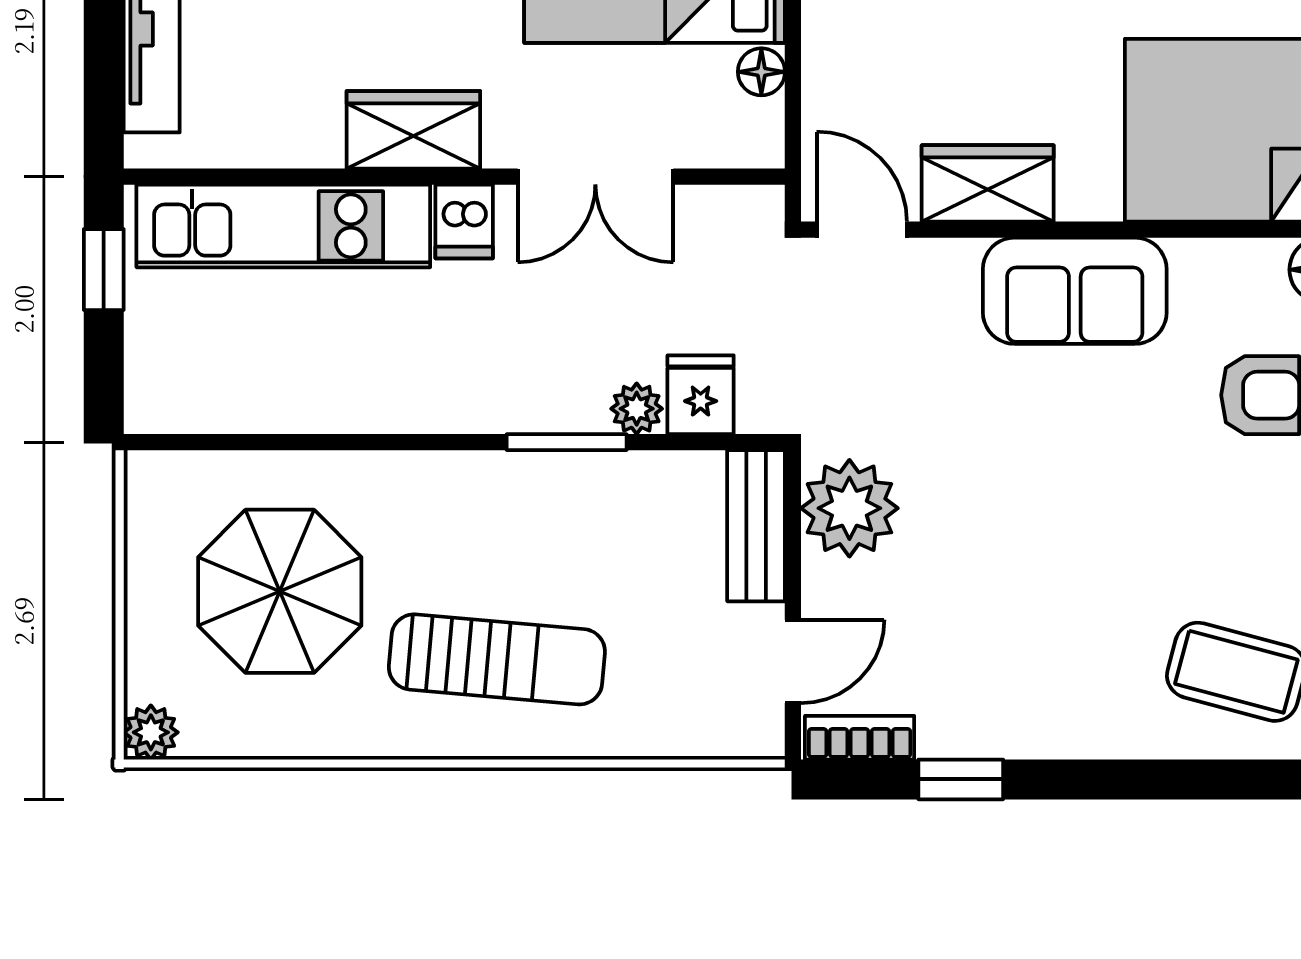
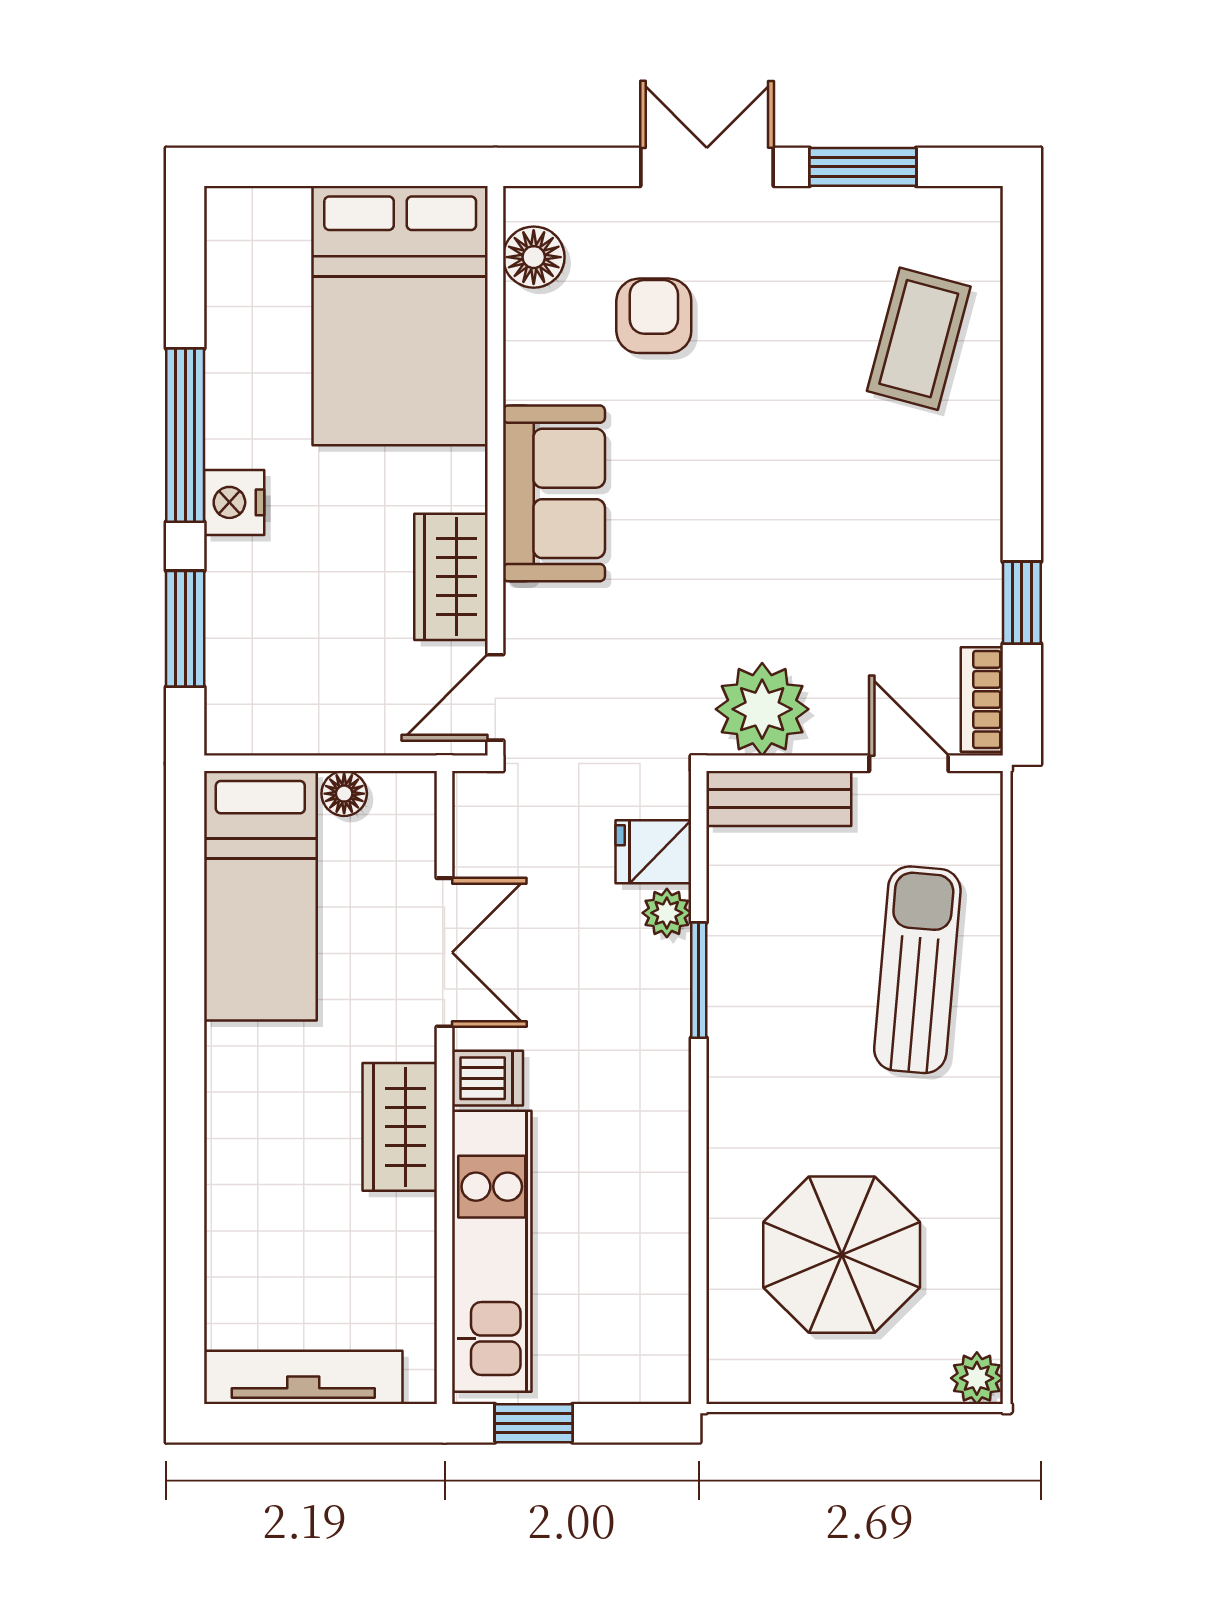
sun lounger: (497, 659) -> (917, 970), moved

